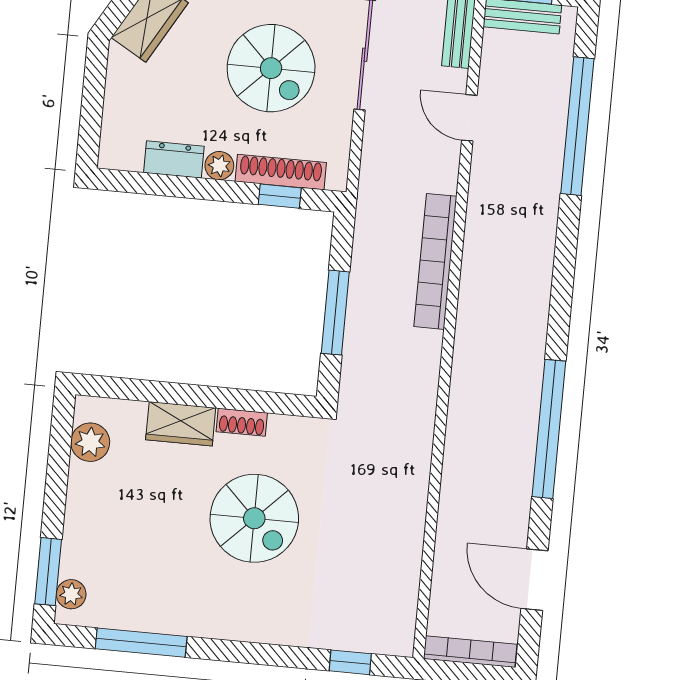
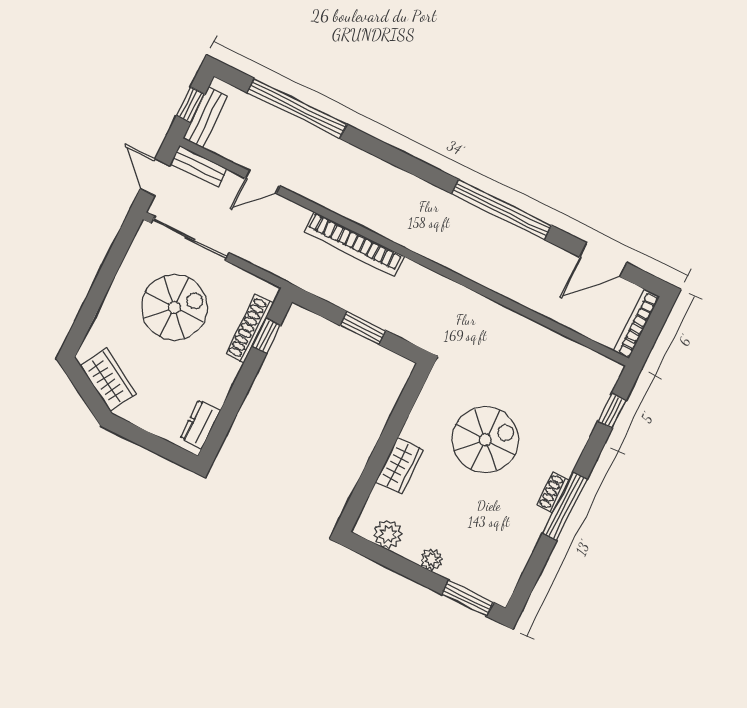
dresser: (174, 159) -> (200, 424), moved
plant: (219, 166) -> (229, 370), removed
window: (335, 313) -> (363, 328), width x0.69
shoe rack: (242, 422) -> (553, 492), moved, turned 180
plant: (71, 594) -> (432, 560), moved
window: (141, 643) -> (565, 506), moved

